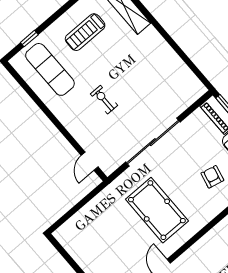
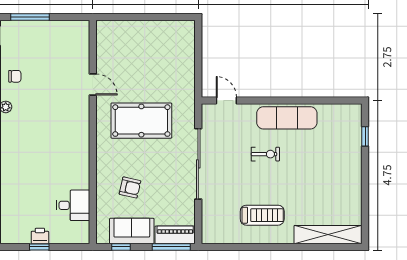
treadmill: (85, 32) -> (262, 215), moved, turned 90
exercise mat: (50, 69) -> (287, 118), moved

